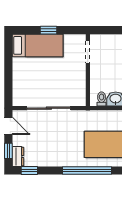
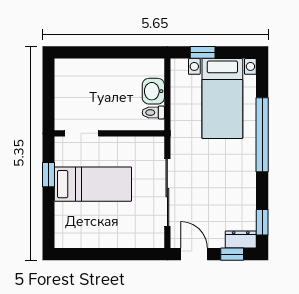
window: (48, 30) -> (48, 175), moved
bed: (38, 45) -> (93, 184), moved, turned 90
door: (8, 126) -> (194, 254), hinge flipped

